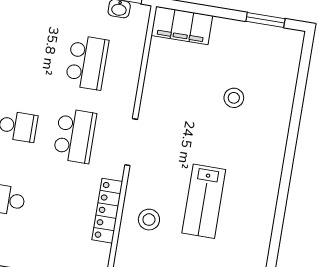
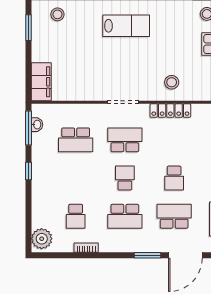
school desk: (87, 62) -> (76, 140), turned 180
stool: (234, 98) -> (57, 14), moved
lab bench: (204, 201) -> (126, 26), moved

